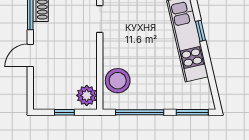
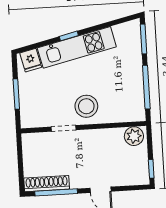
stool: (118, 81) -> (86, 106), moved
window: (64, 112) -> (151, 169), moved

